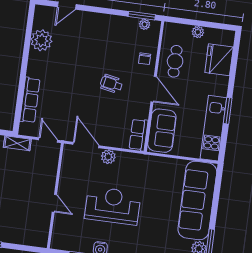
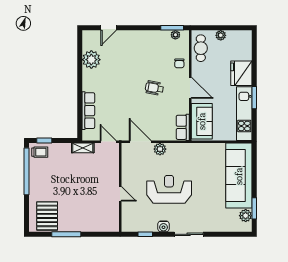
fridge: (219, 60) -> (241, 73), moved
cafe table: (175, 61) -> (201, 48), moved

